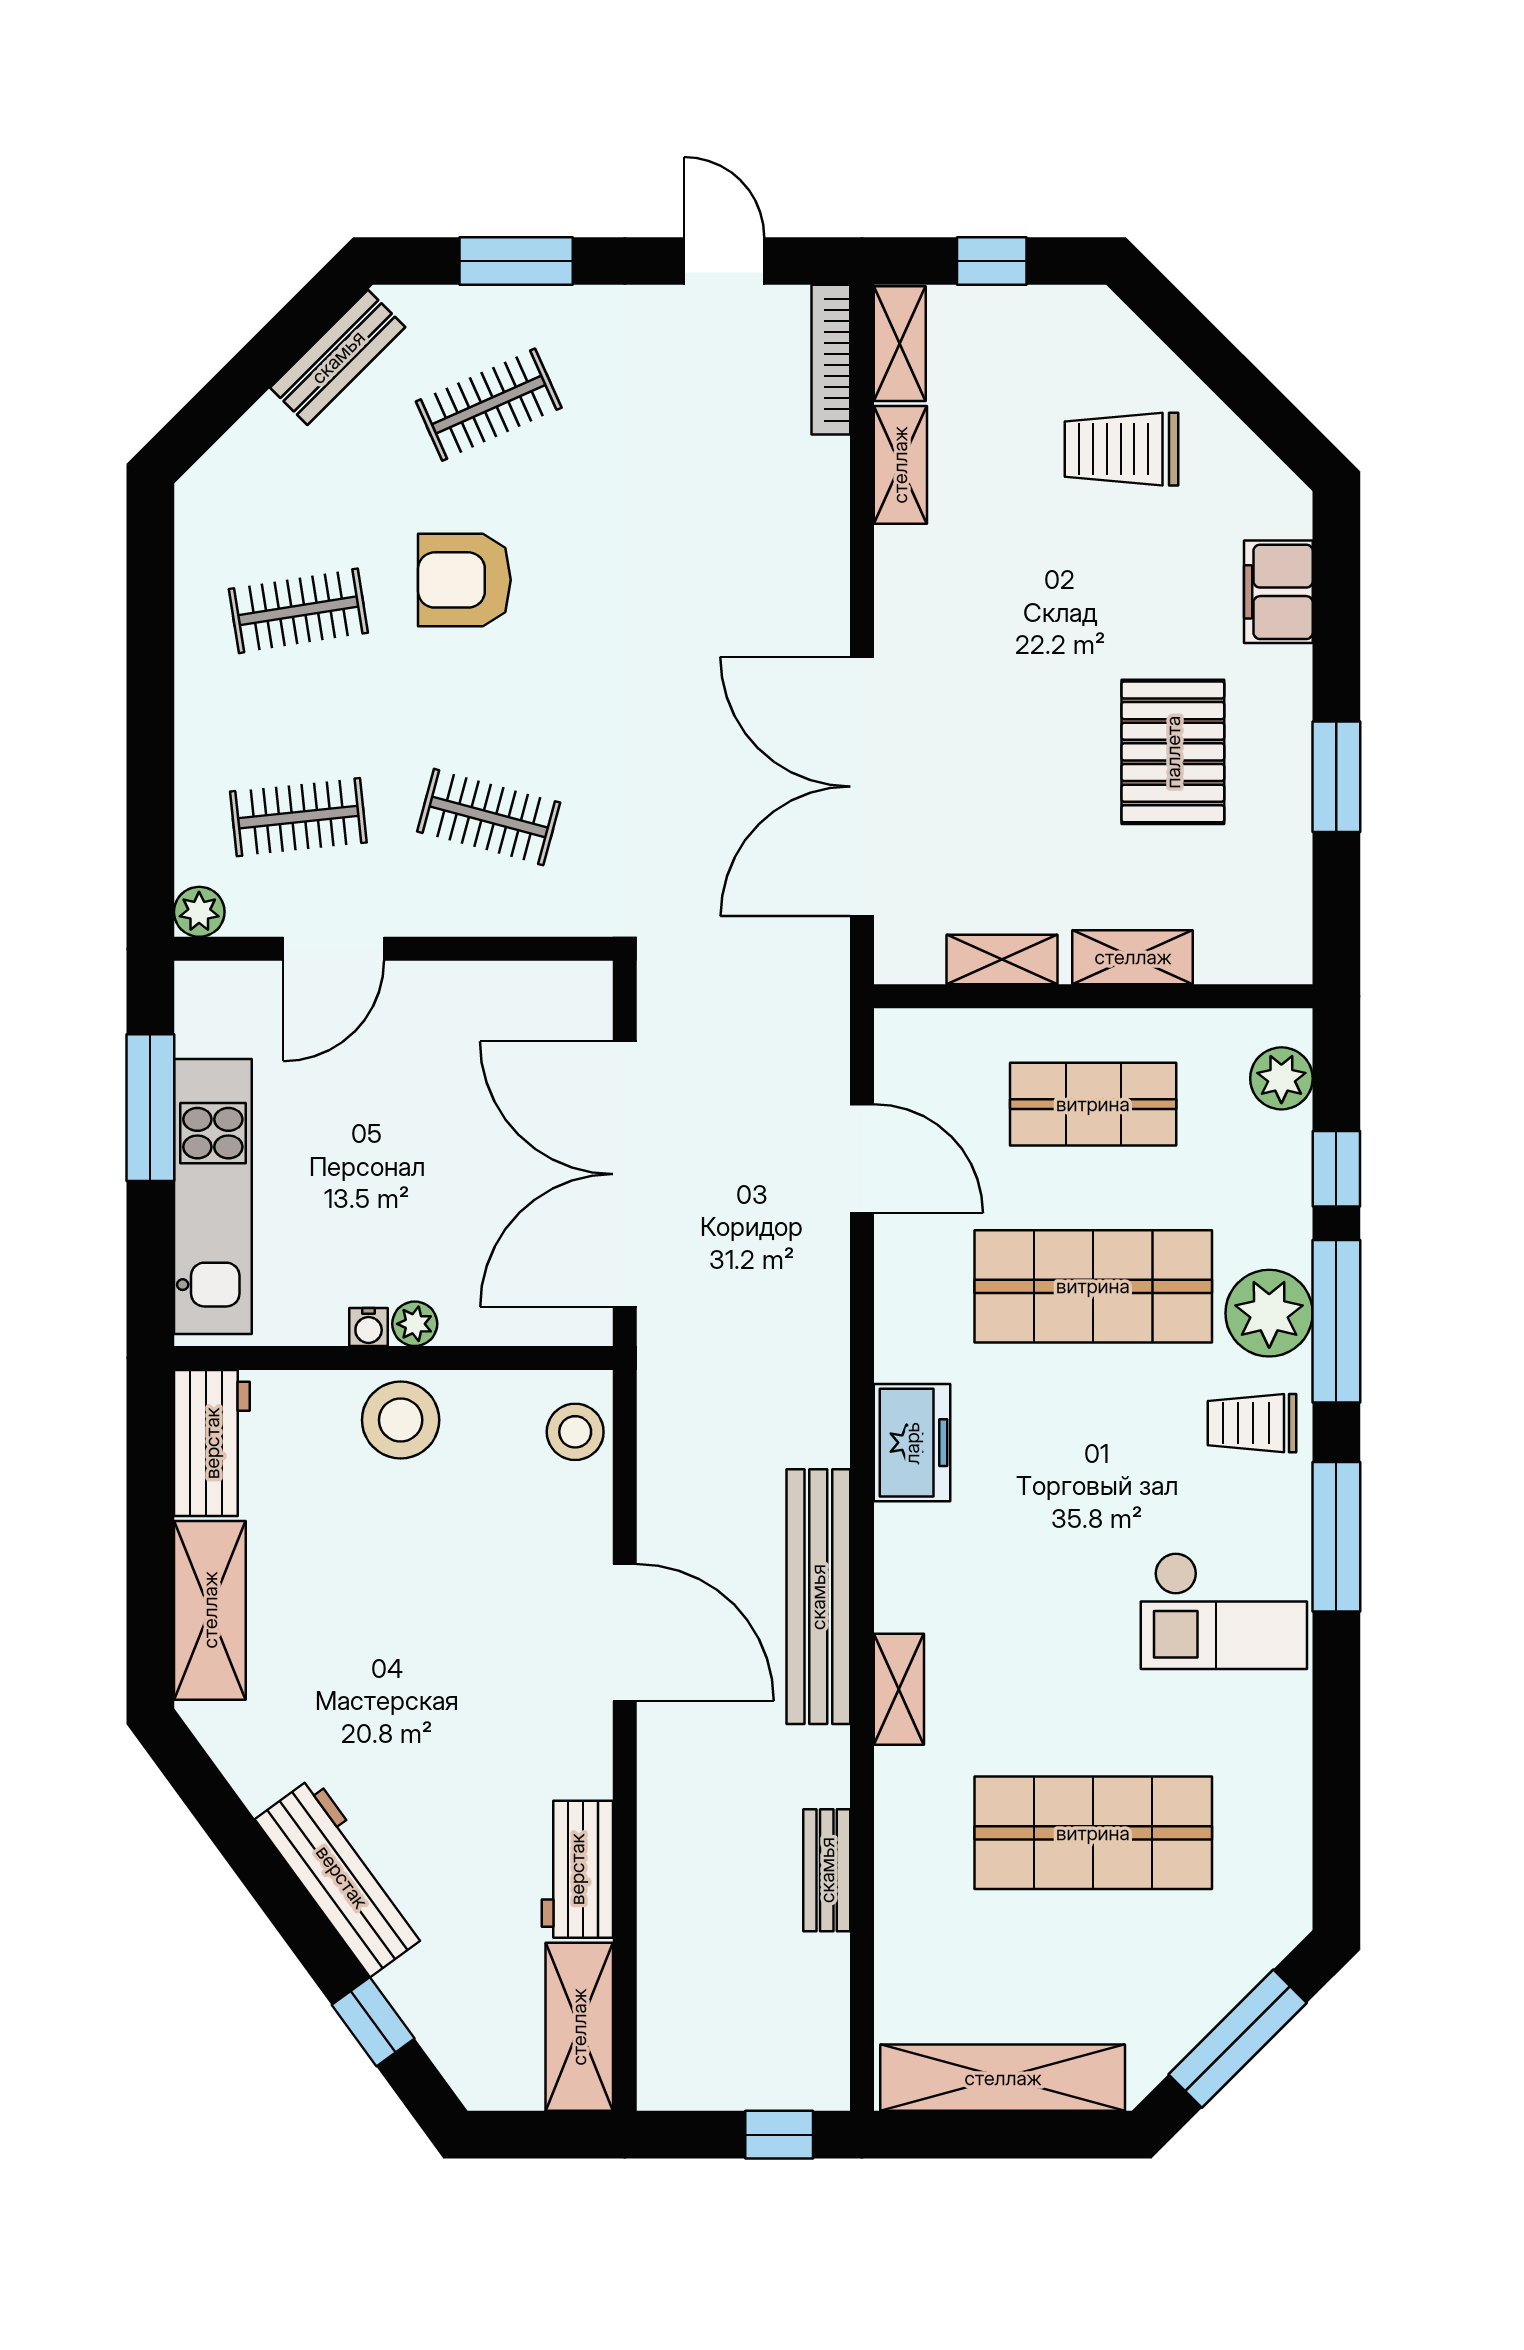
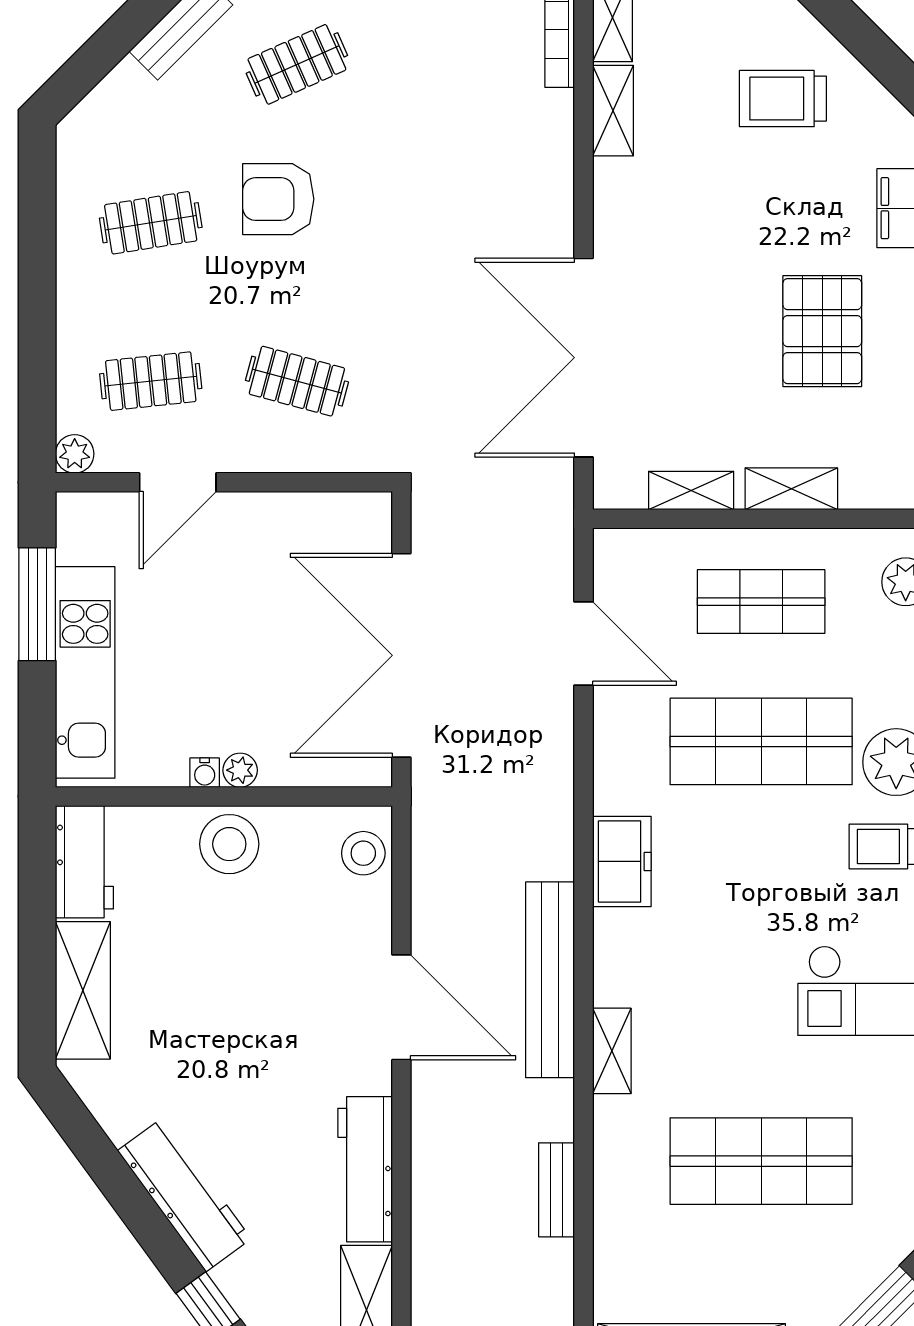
workbench: (577, 1869) -> (365, 1169), width x1.37

